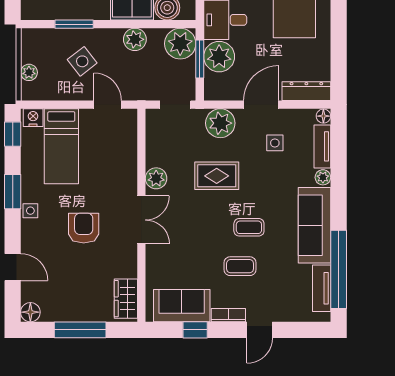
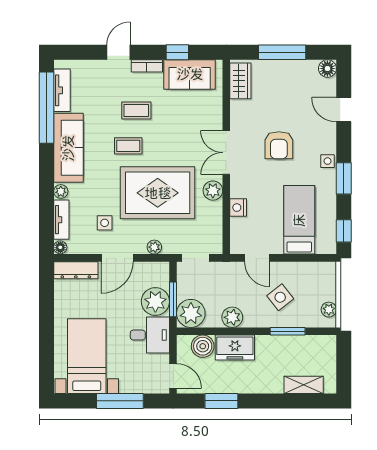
plant: (29, 72) -> (329, 310), moved
nightstand: (33, 118) -> (238, 208), moved, turned 90
plant: (220, 123) -> (154, 247), width x0.53, depth x0.53
rug: (217, 176) -> (158, 193), width x1.86, depth x2.06

